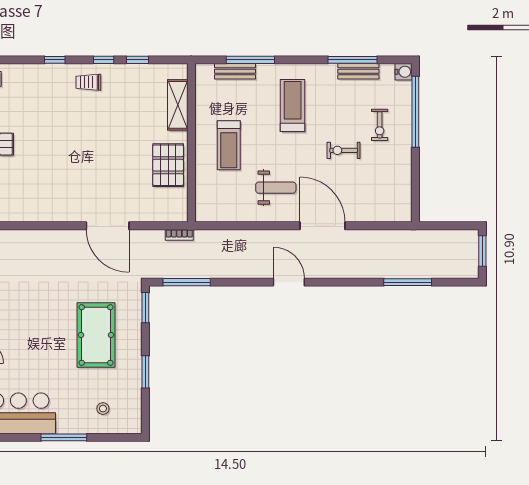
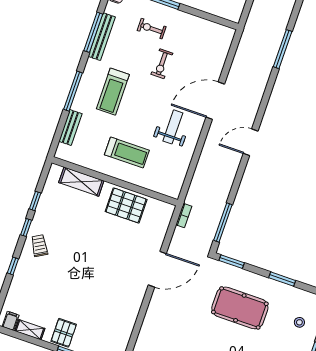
window: (250, 60) -> (73, 91), moved
bench: (358, 71) -> (102, 37), width x1.36
trolley: (88, 82) -> (39, 246), turned 150
treadmill: (293, 105) -> (113, 92), turned -90
exercise bike: (380, 125) -> (152, 29), turned 180

